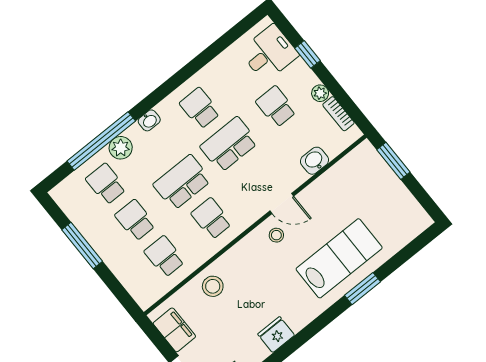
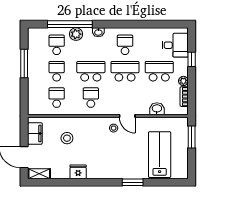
school desk: (276, 107) -> (159, 71), width x1.85
lab bench: (339, 258) -> (160, 155), moved, turned -90
stool: (213, 286) -> (67, 138), moved

